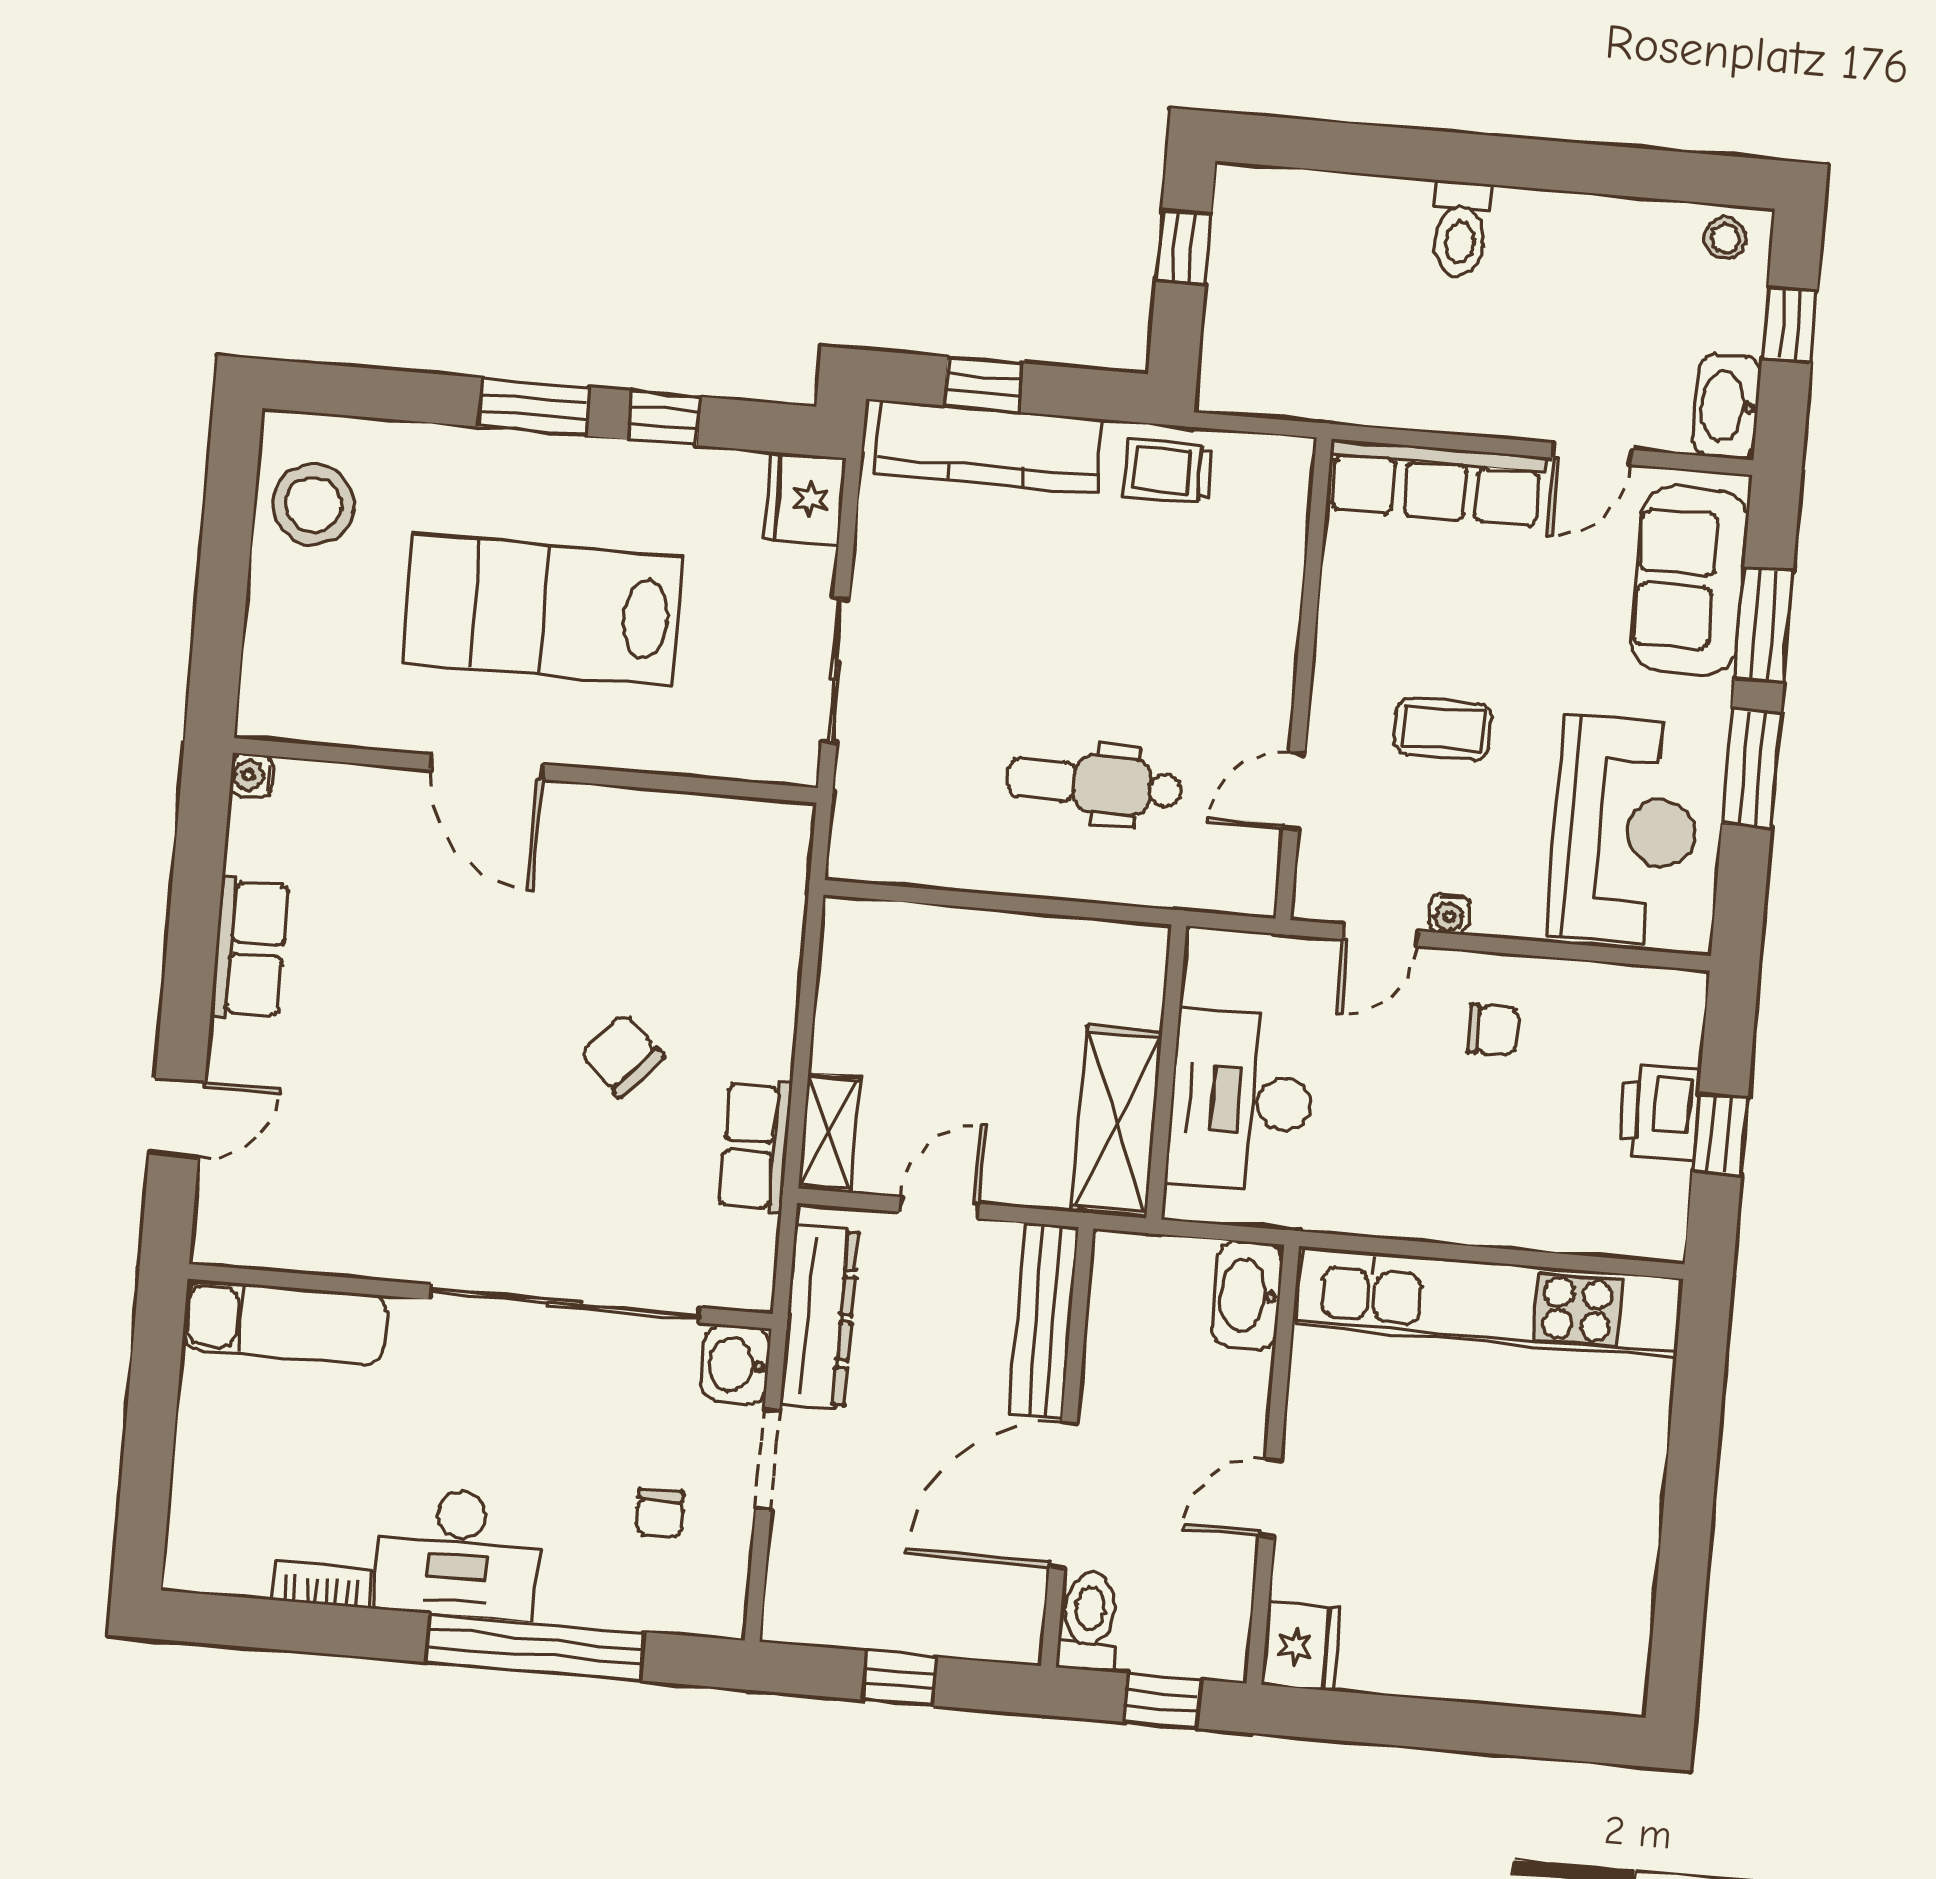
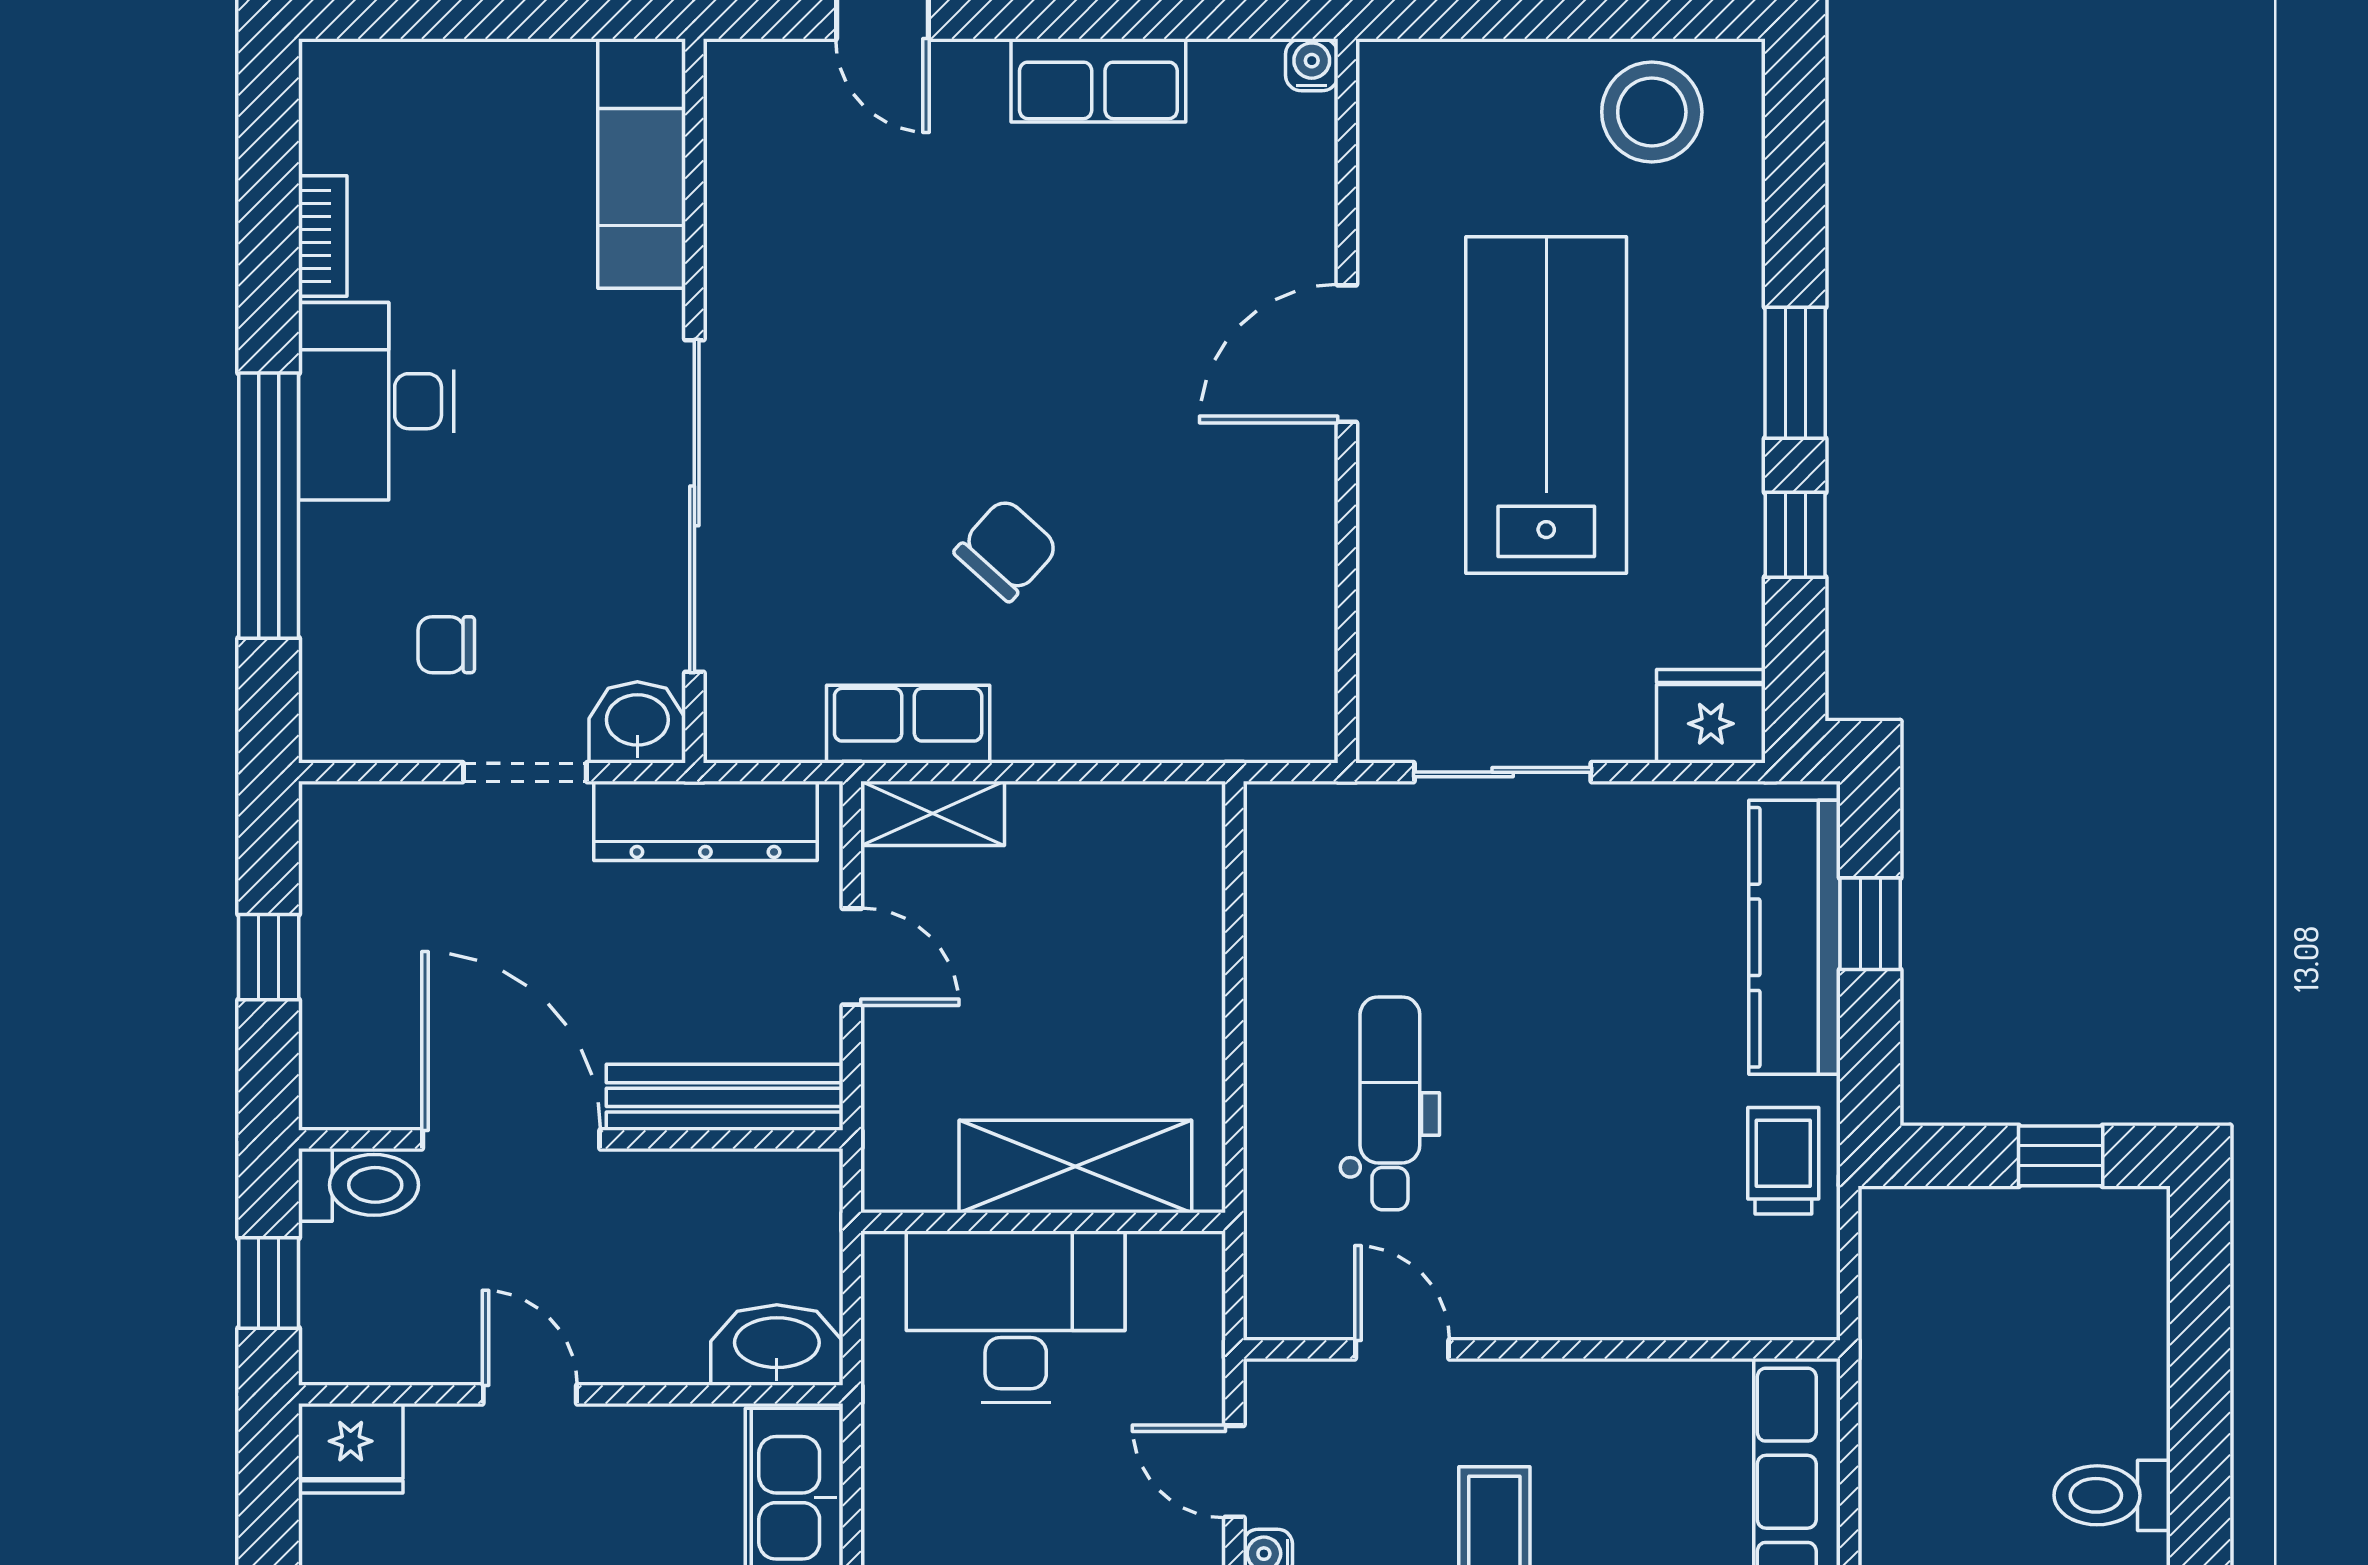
shelving: (1117, 1121) -> (1075, 1166), moved

